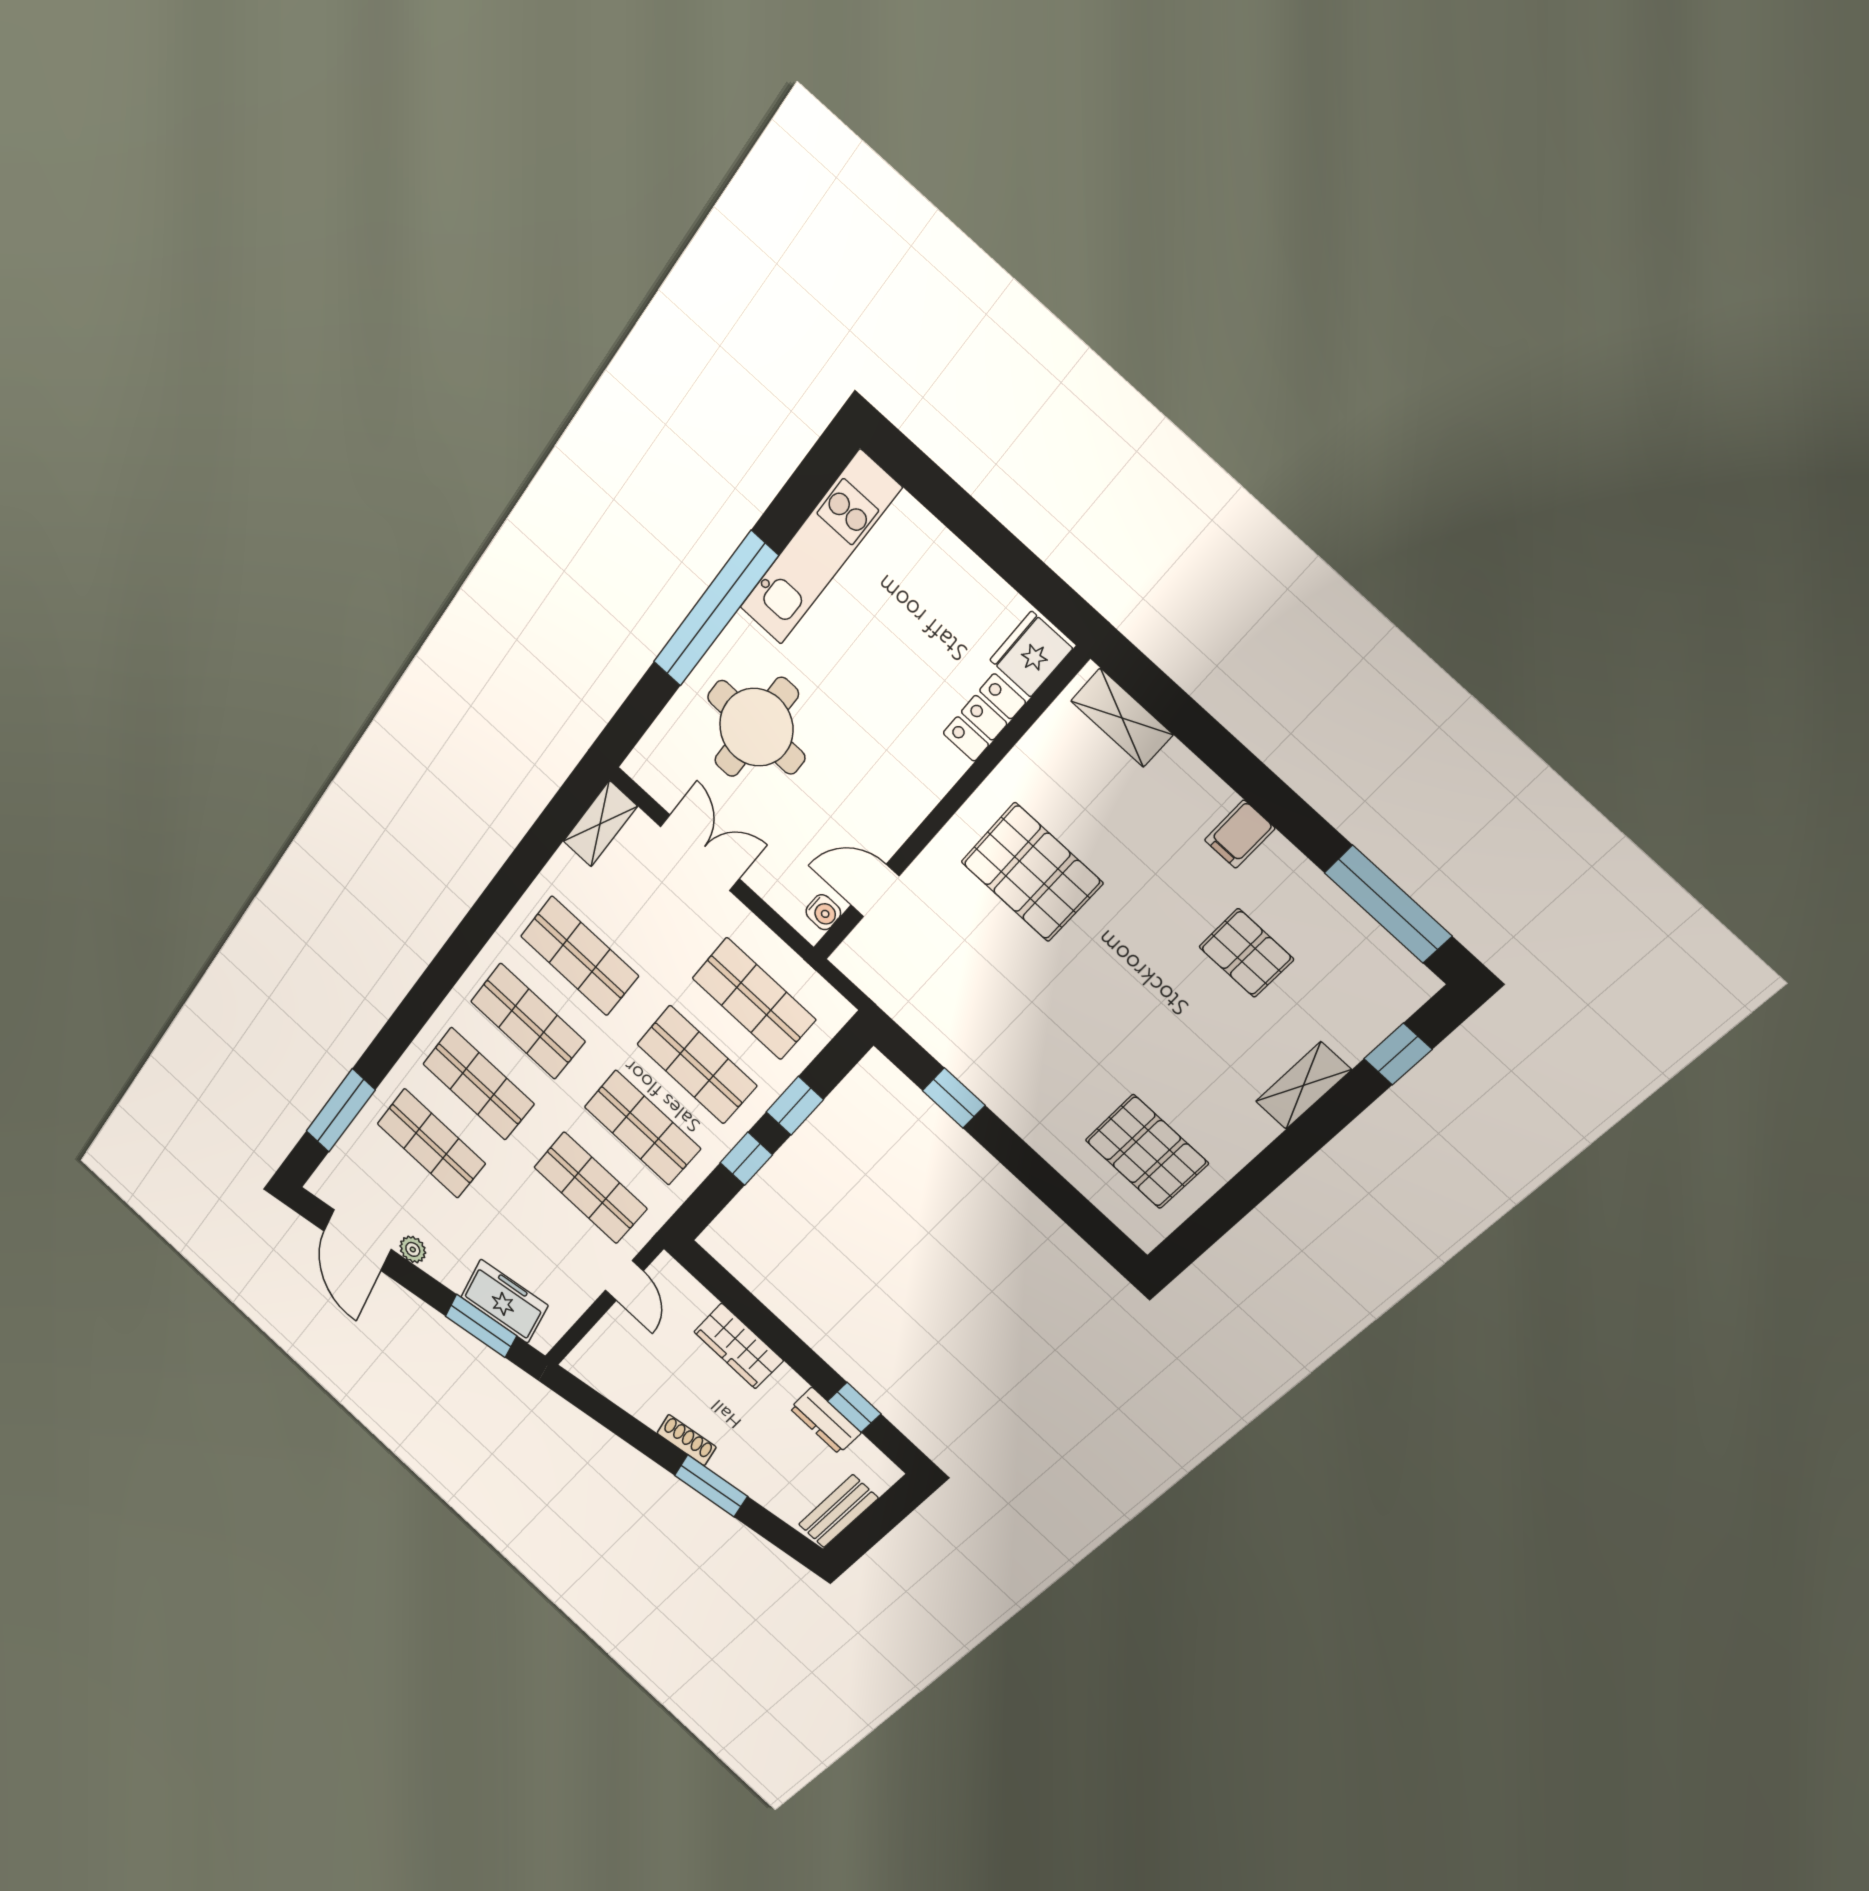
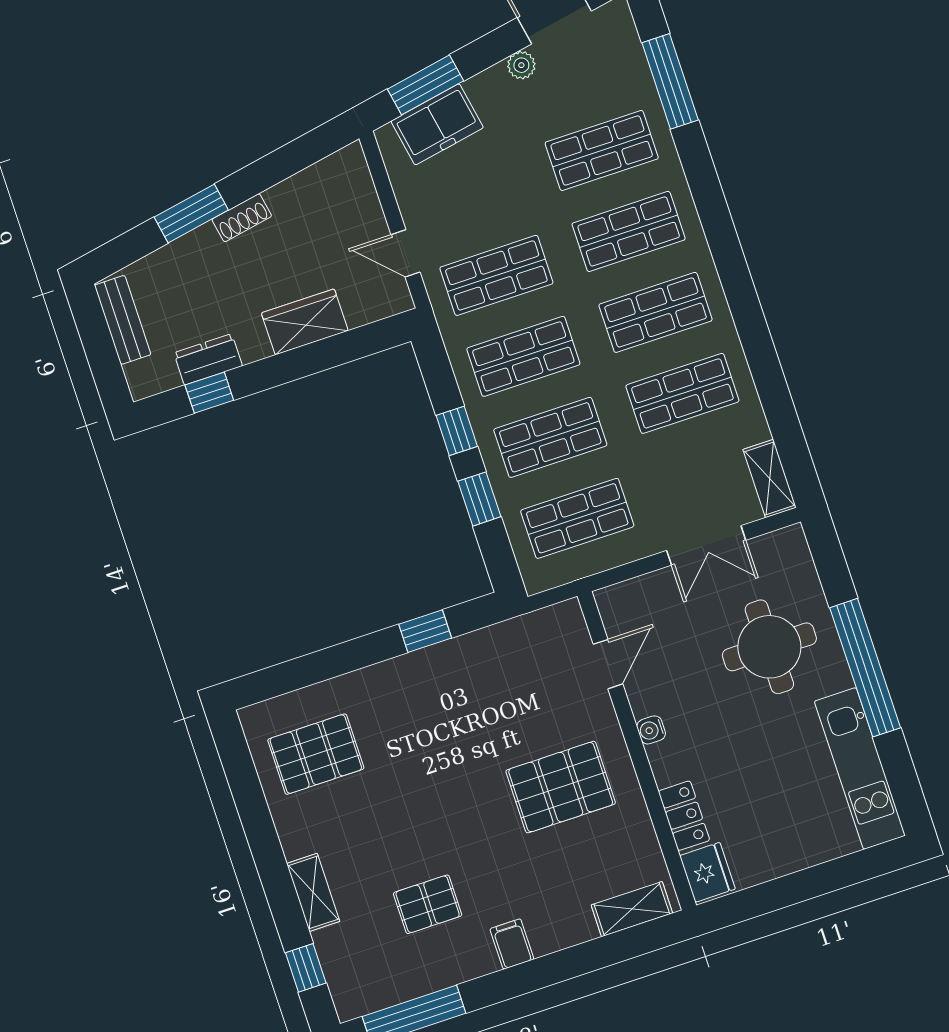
water cooler: (823, 912) -> (651, 730), moved

